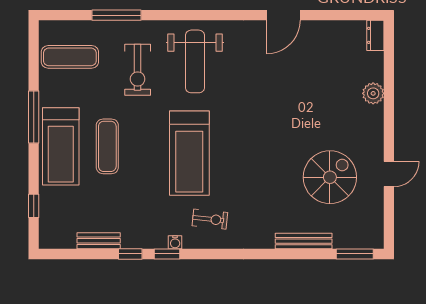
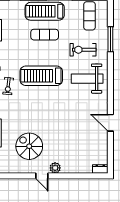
plant: (373, 93) -> (55, 168), moved
door: (389, 174) -> (42, 176), moved
spiral stairs: (330, 177) -> (29, 146), turned 180

